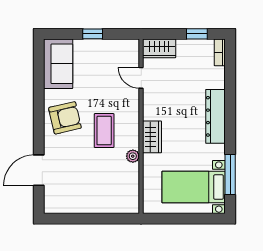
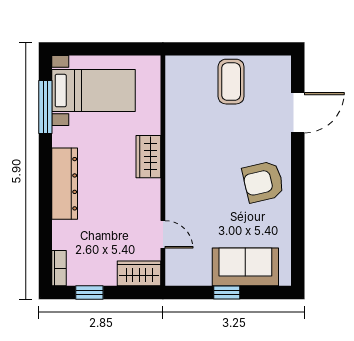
sofa: (58, 64) -> (245, 267), moved, turned 90
coffee table: (104, 131) -> (231, 82), moved
plant: (133, 156) -> (174, 131), removed

